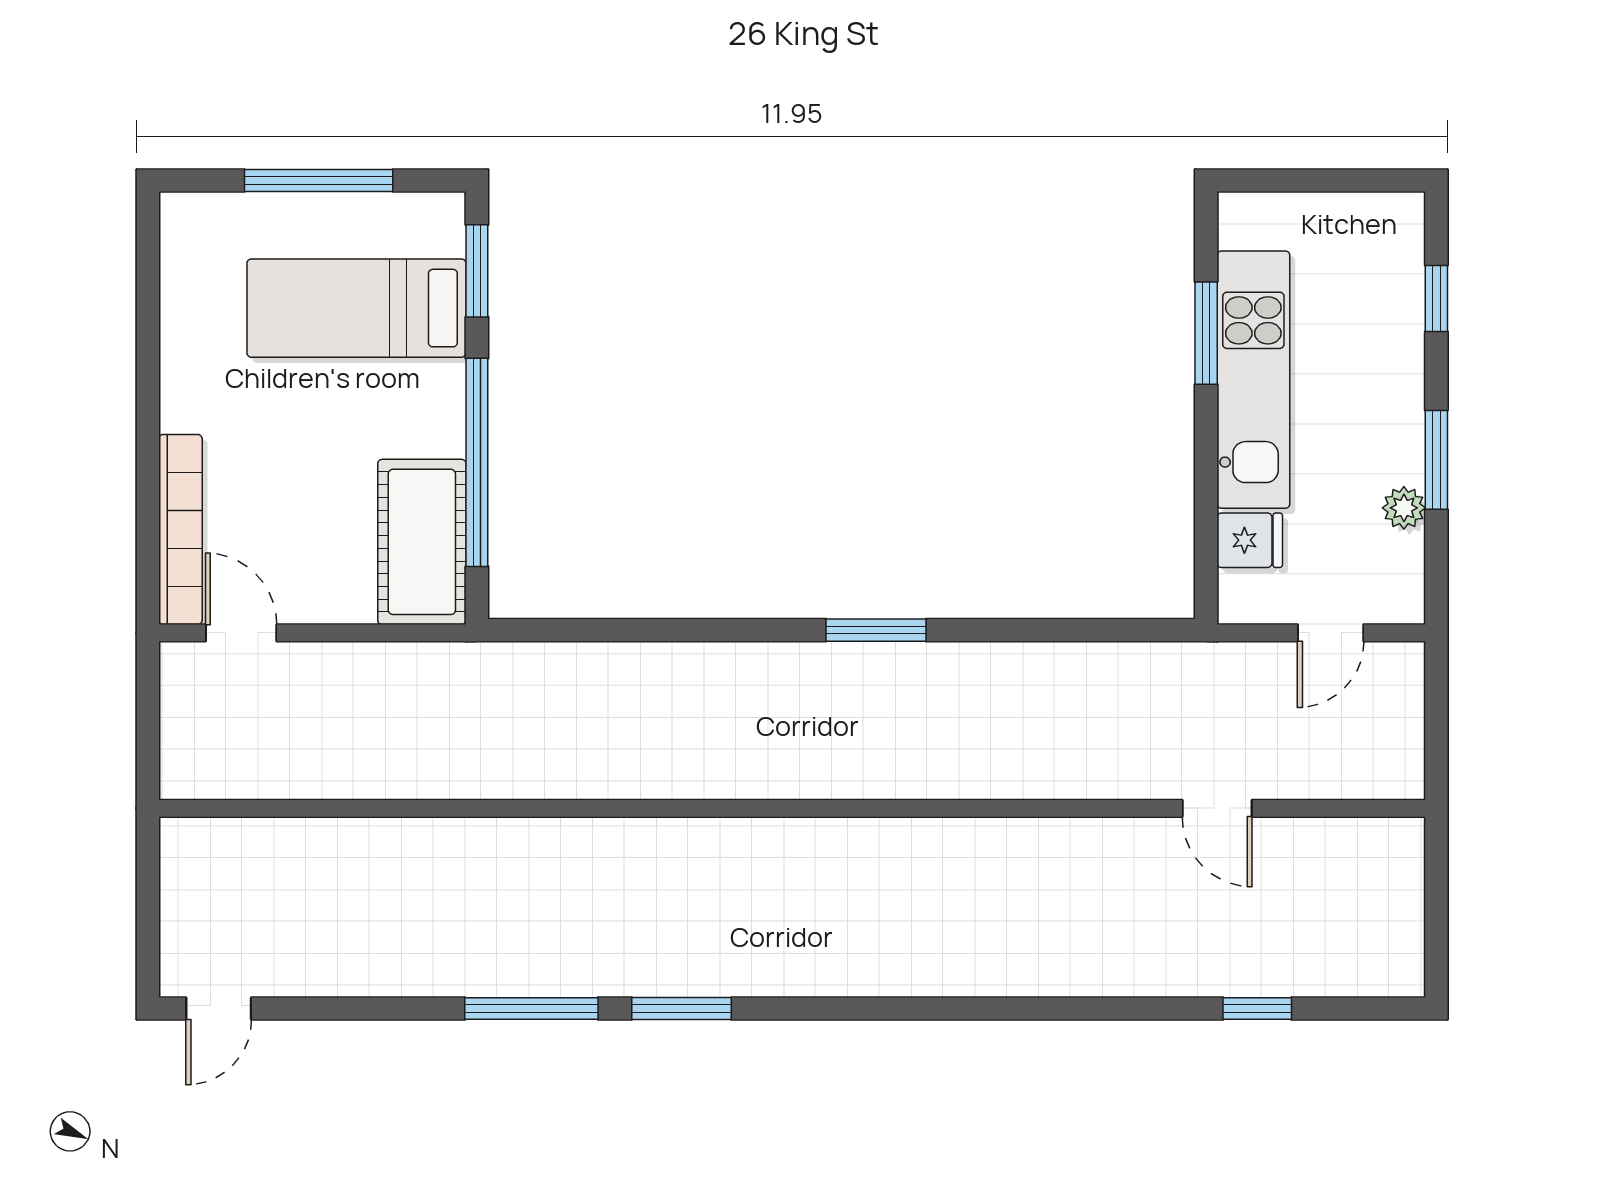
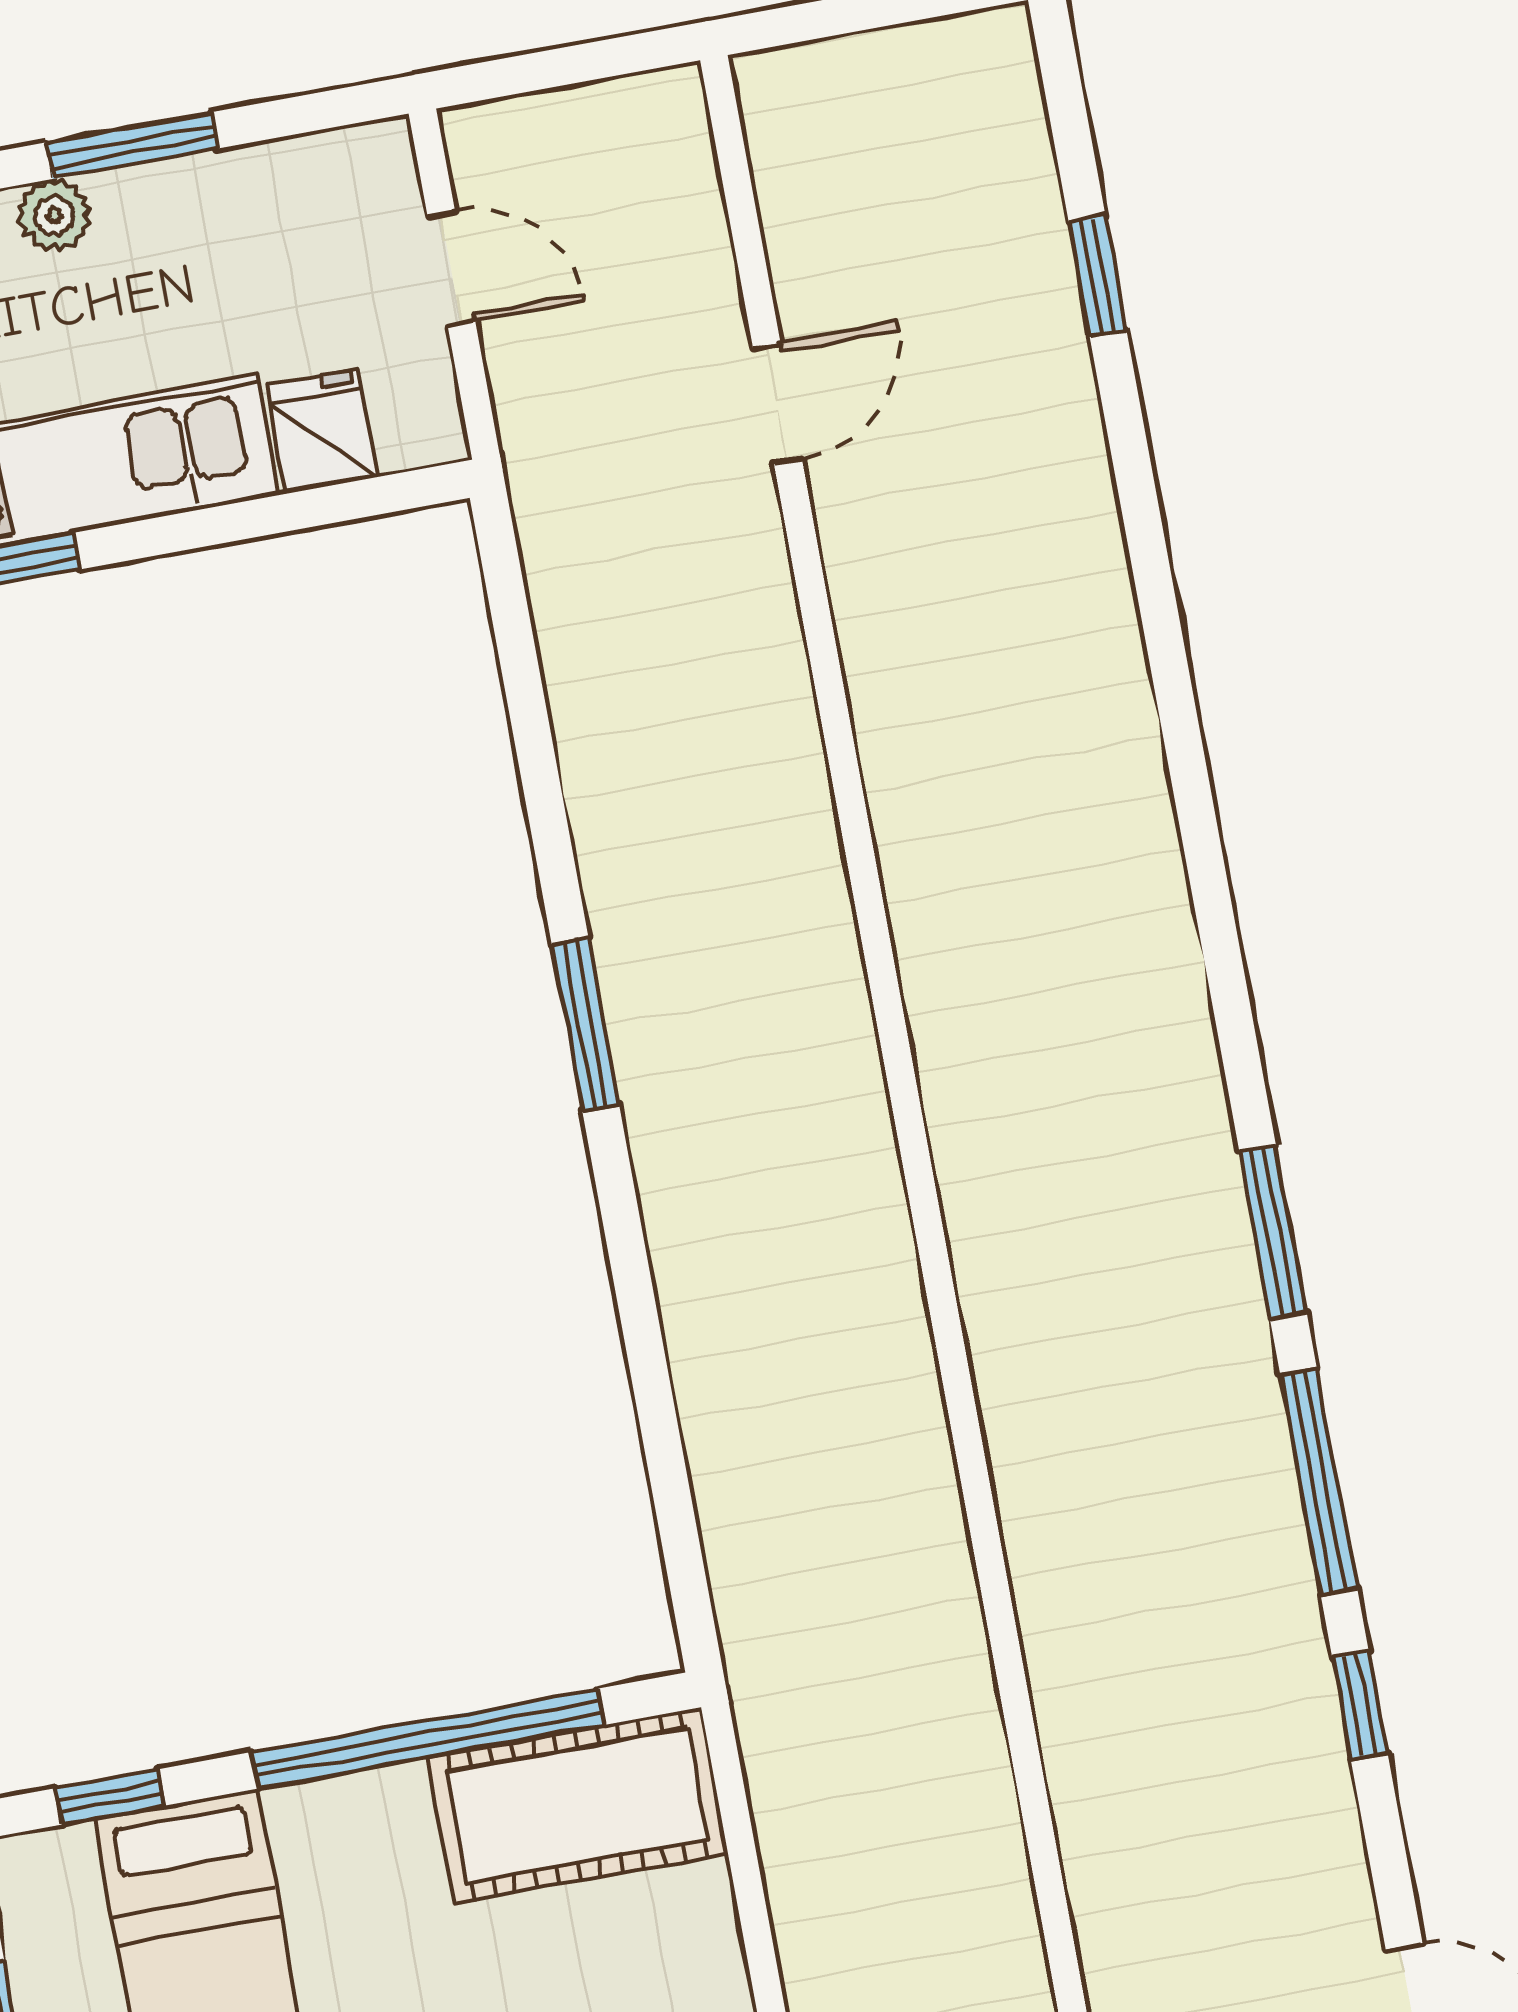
window: (477, 271) -> (110, 1797), width x0.67
plant: (1404, 508) -> (54, 216), moved
window: (396, 1008) -> (1360, 1705), added

